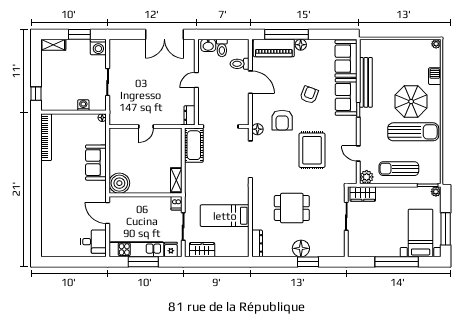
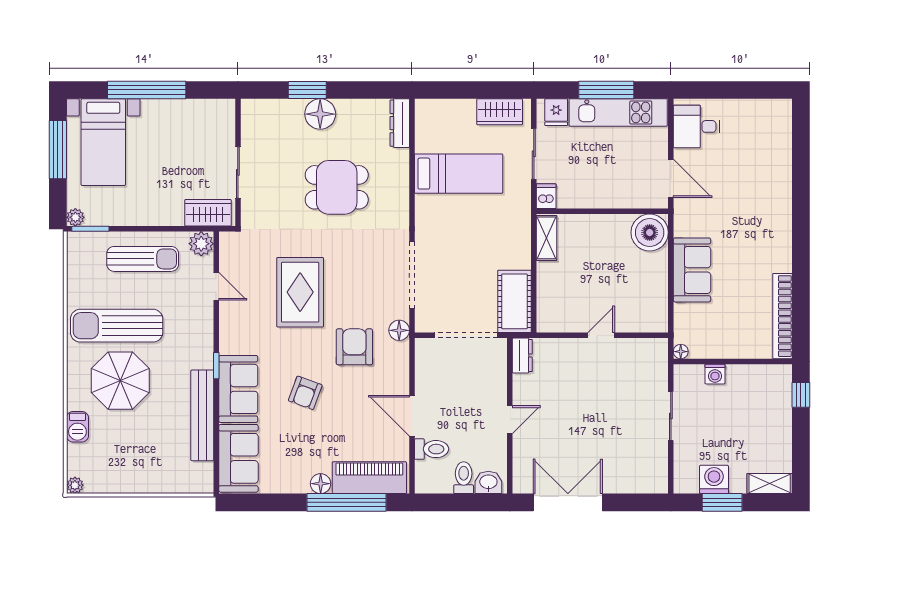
washing machine: (98, 47) -> (714, 479), moved

